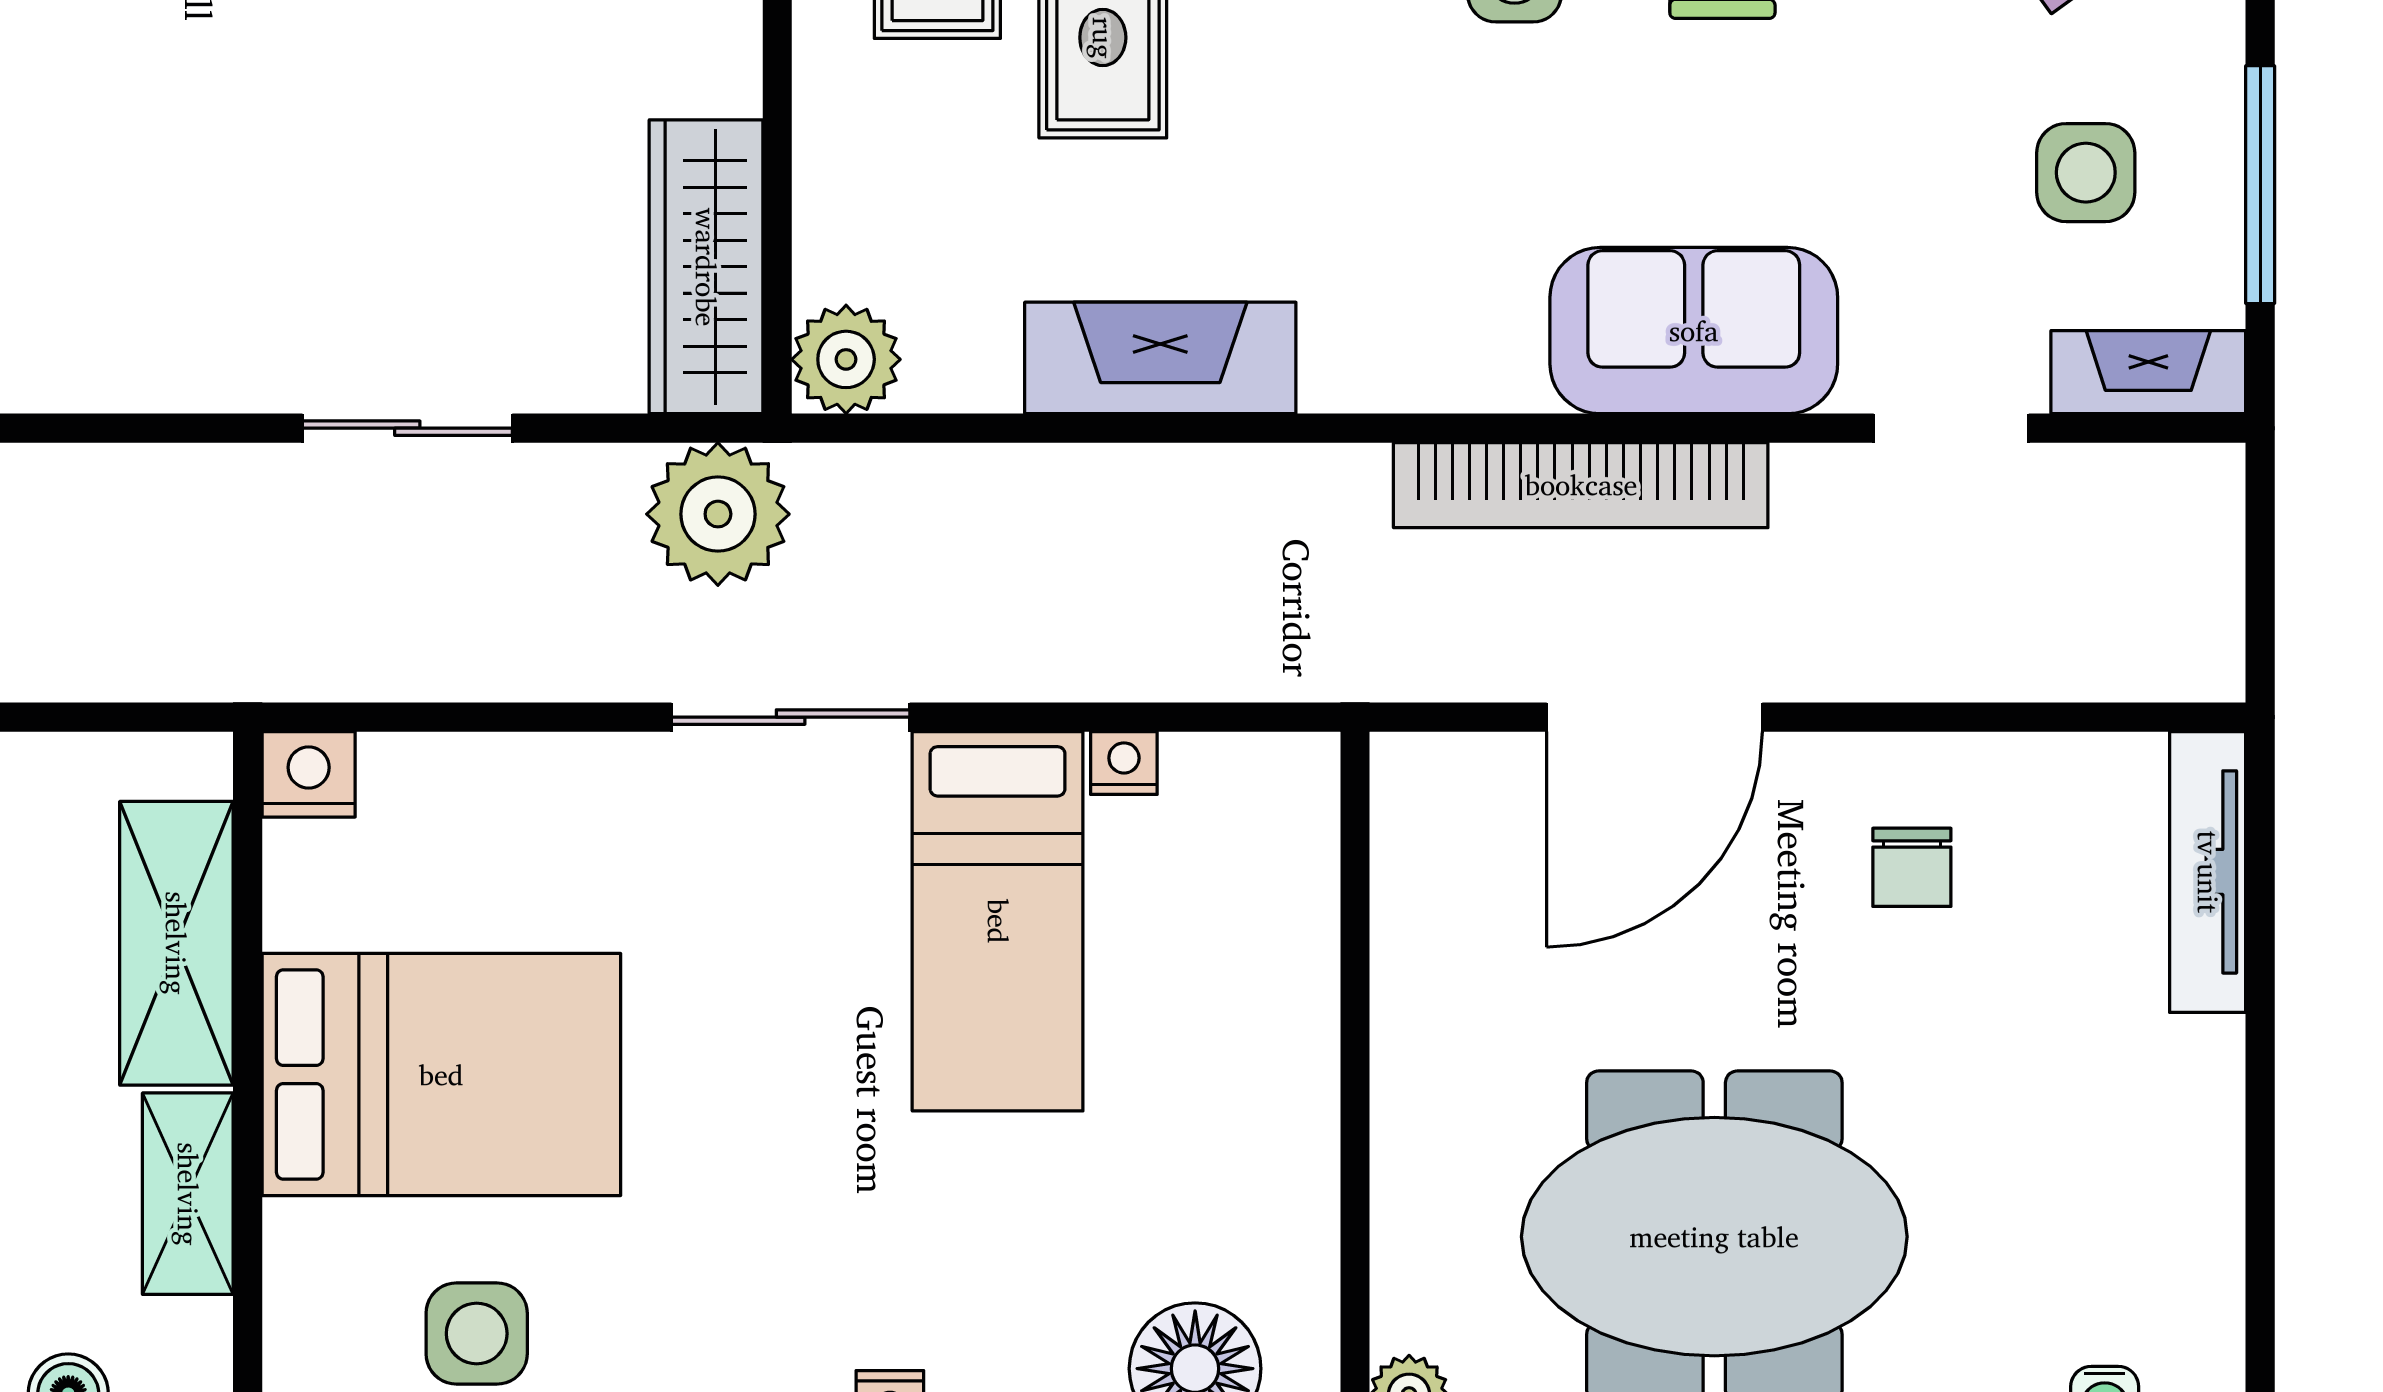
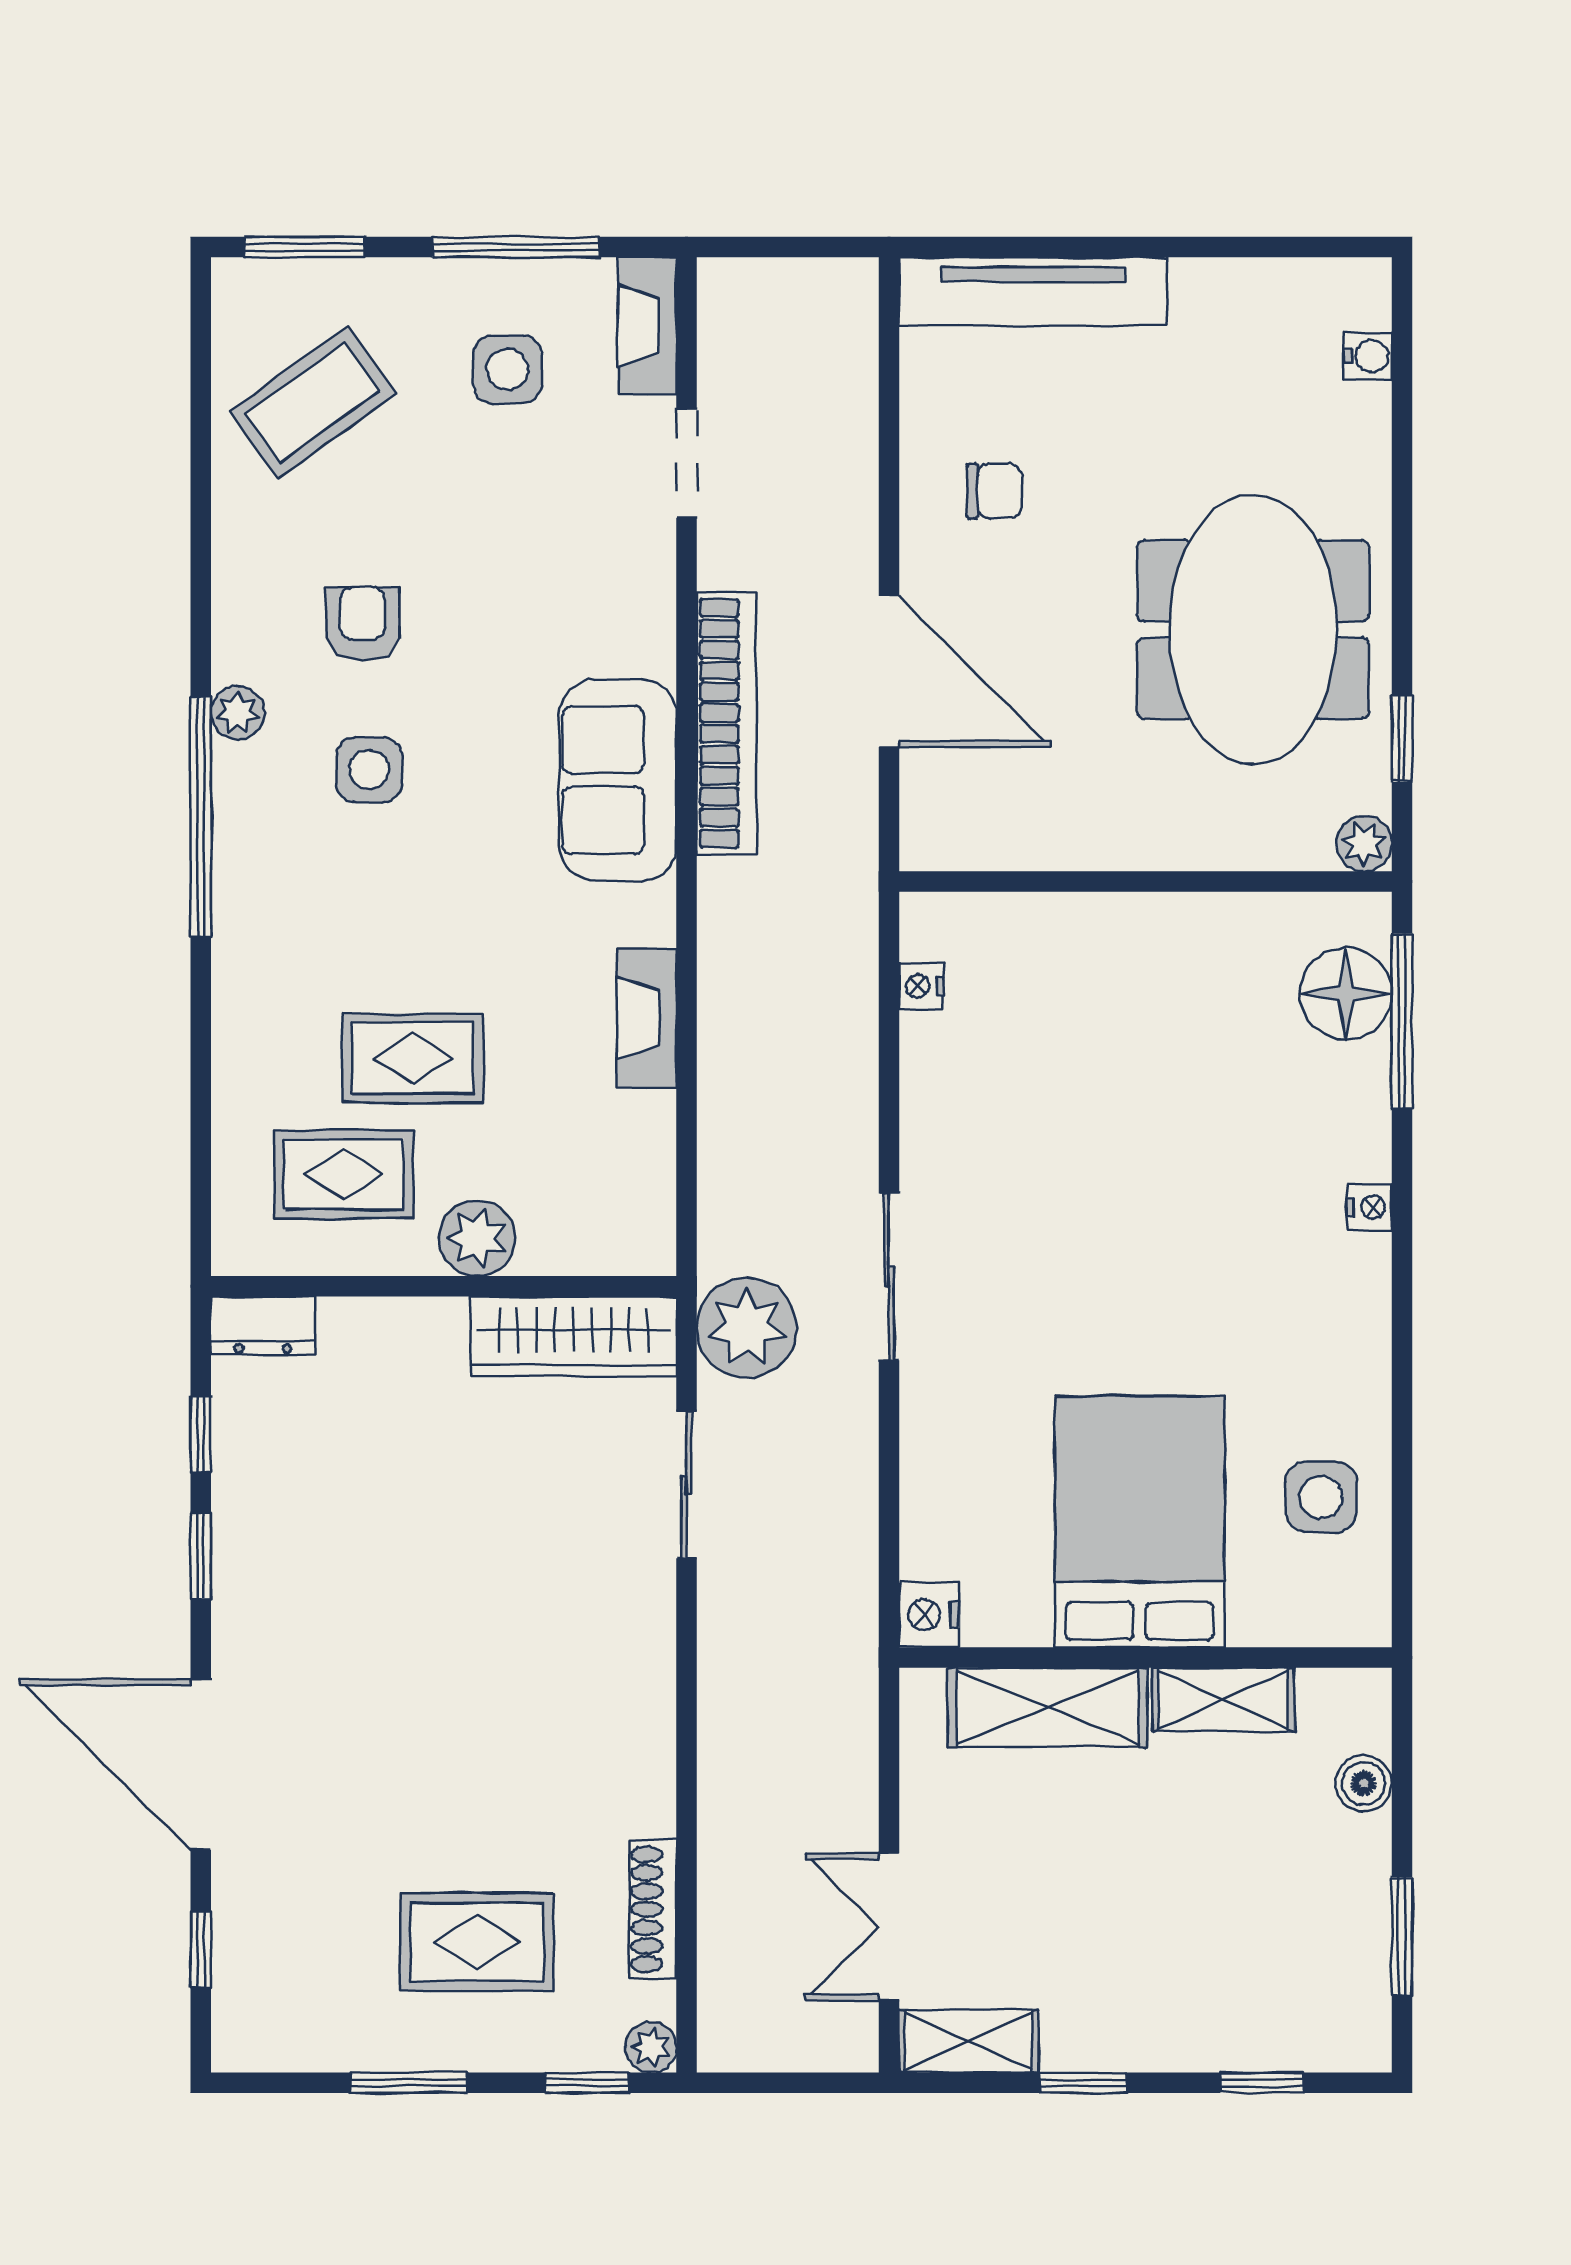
sofa: (1694, 331) -> (618, 780), moved
fireplace: (1160, 358) -> (647, 1018), width x0.73, depth x0.76
plant: (846, 359) -> (477, 1238), moved
sliding door: (407, 428) -> (687, 1485), moved
nightstand: (1124, 763) -> (921, 986), moved
tv unit: (2208, 872) -> (1033, 292), width x1.36, depth x1.29
bed: (998, 921) -> (1032, 1132), removed

